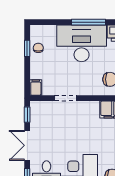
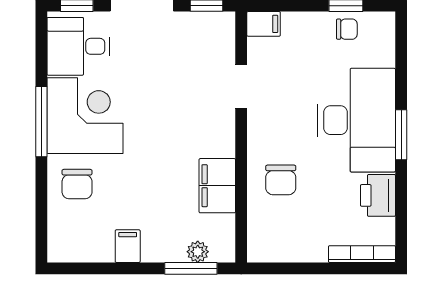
window: (89, 22) -> (401, 135), width x0.69

